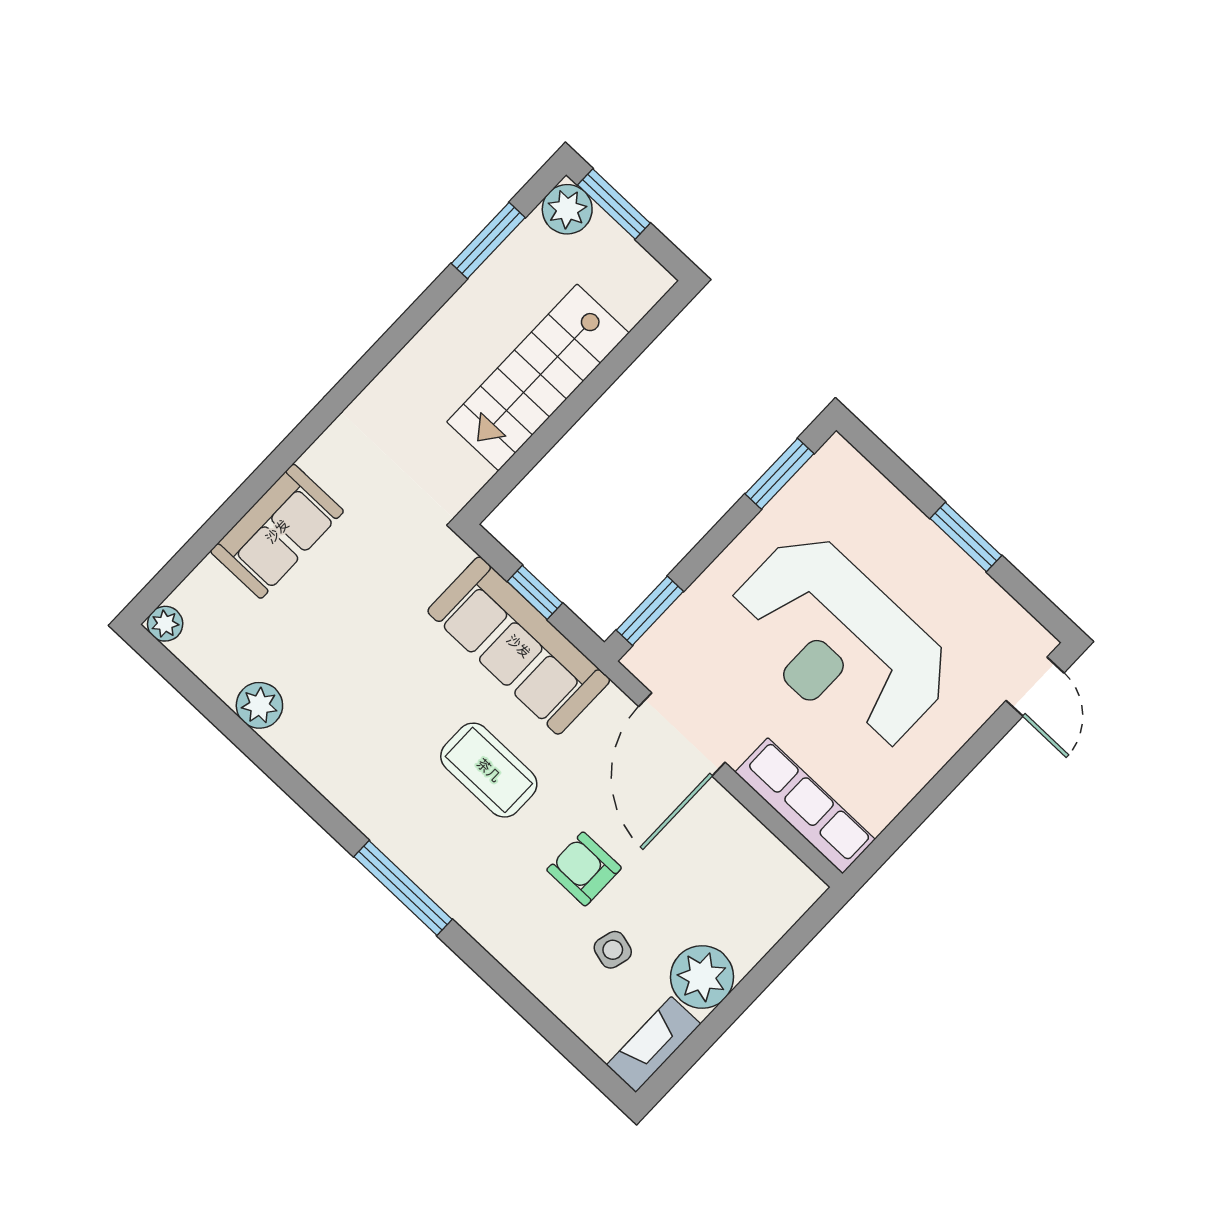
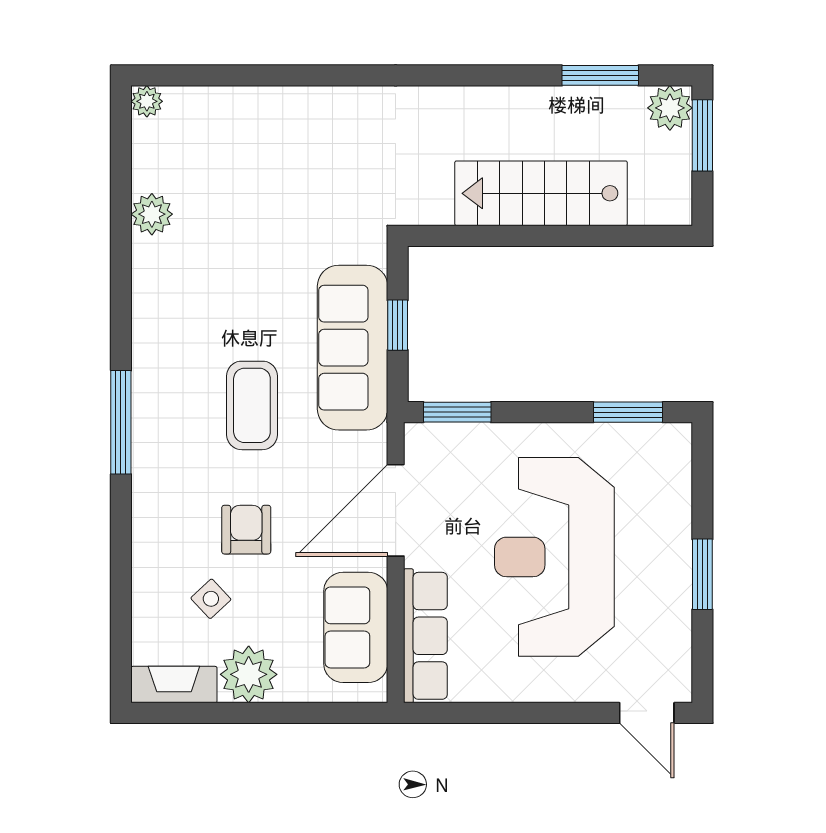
sofa: (277, 531) -> (356, 627), moved, turned 90
door: (1035, 687) -> (647, 713), hinge flipped
side table: (613, 950) -> (211, 599), turned 32

